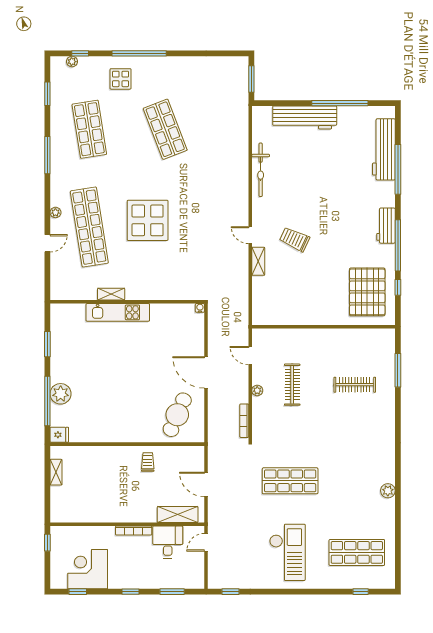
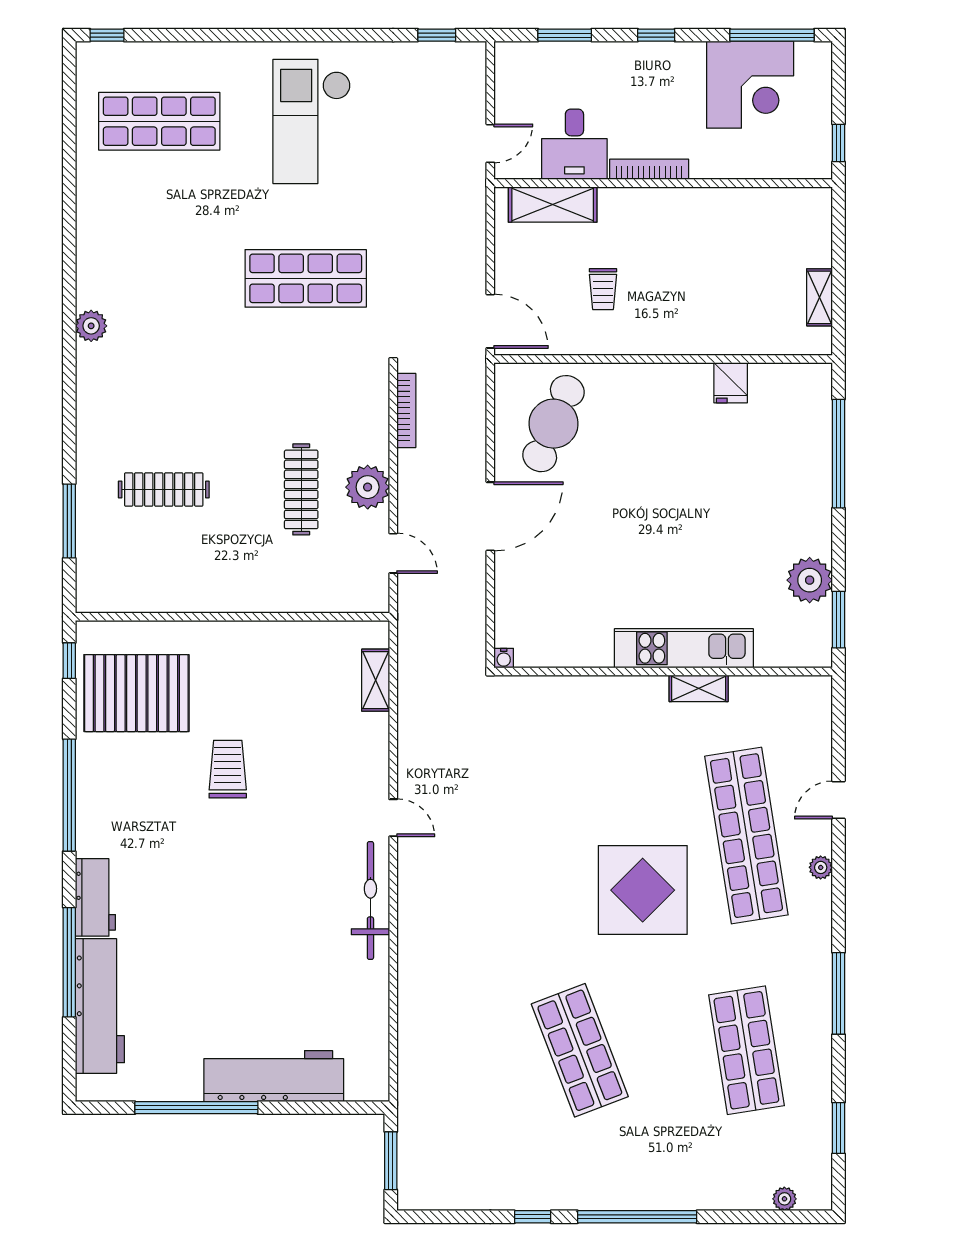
window: (80, 53) -> (533, 1217), moved
display table: (121, 79) -> (678, 1161), removed
bicycle: (261, 170) -> (370, 900), moved
display table: (148, 220) -> (643, 890), moved
workbench: (386, 226) -> (95, 897), moved
trolley: (295, 239) -> (228, 769), moved, turned -115
shelving: (258, 261) -> (376, 680), moved
window: (398, 287) -> (69, 661), moved
pallet: (367, 292) -> (136, 693), turned 90
window: (47, 344) -> (838, 620), moved
door: (206, 372) -> (490, 516), hinge flipped
plant: (257, 390) -> (368, 487), width x1.88, depth x1.88
plant: (61, 394) -> (810, 580), moved
fridge: (59, 435) -> (731, 383), moved, turned -90
trolley: (148, 462) -> (603, 289), moved
door: (206, 485) -> (490, 321), moved
plant: (388, 491) -> (91, 326), moved
window: (78, 592) -> (772, 35), width x2.17
window: (361, 592) -> (107, 35), moved

